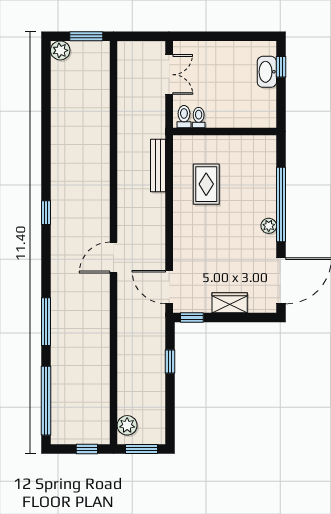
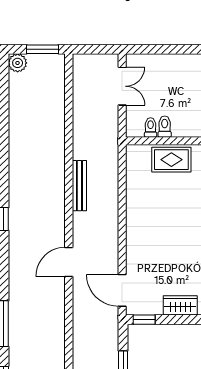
toilet: (184, 117) -> (165, 127), moved
bench: (158, 165) -> (79, 186), moved
rug: (206, 184) -> (171, 160), moved, turned 90

